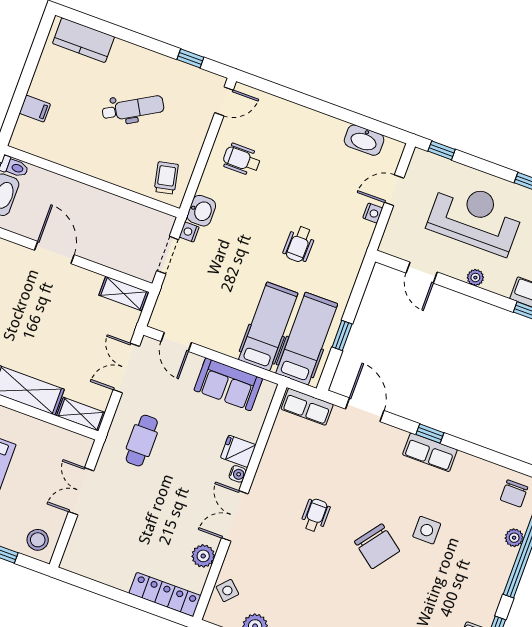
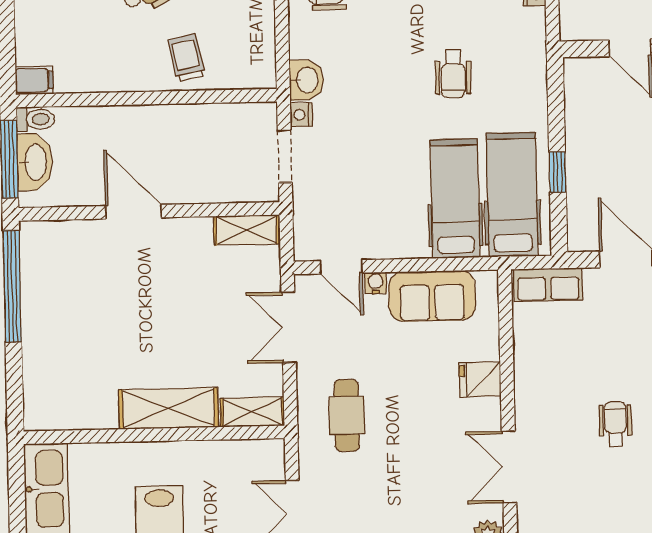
filing cabinet: (35, 109) -> (34, 80), moved
trolley: (166, 178) -> (186, 58), moved
water cooler: (238, 474) -> (375, 283), moved, turned -90

